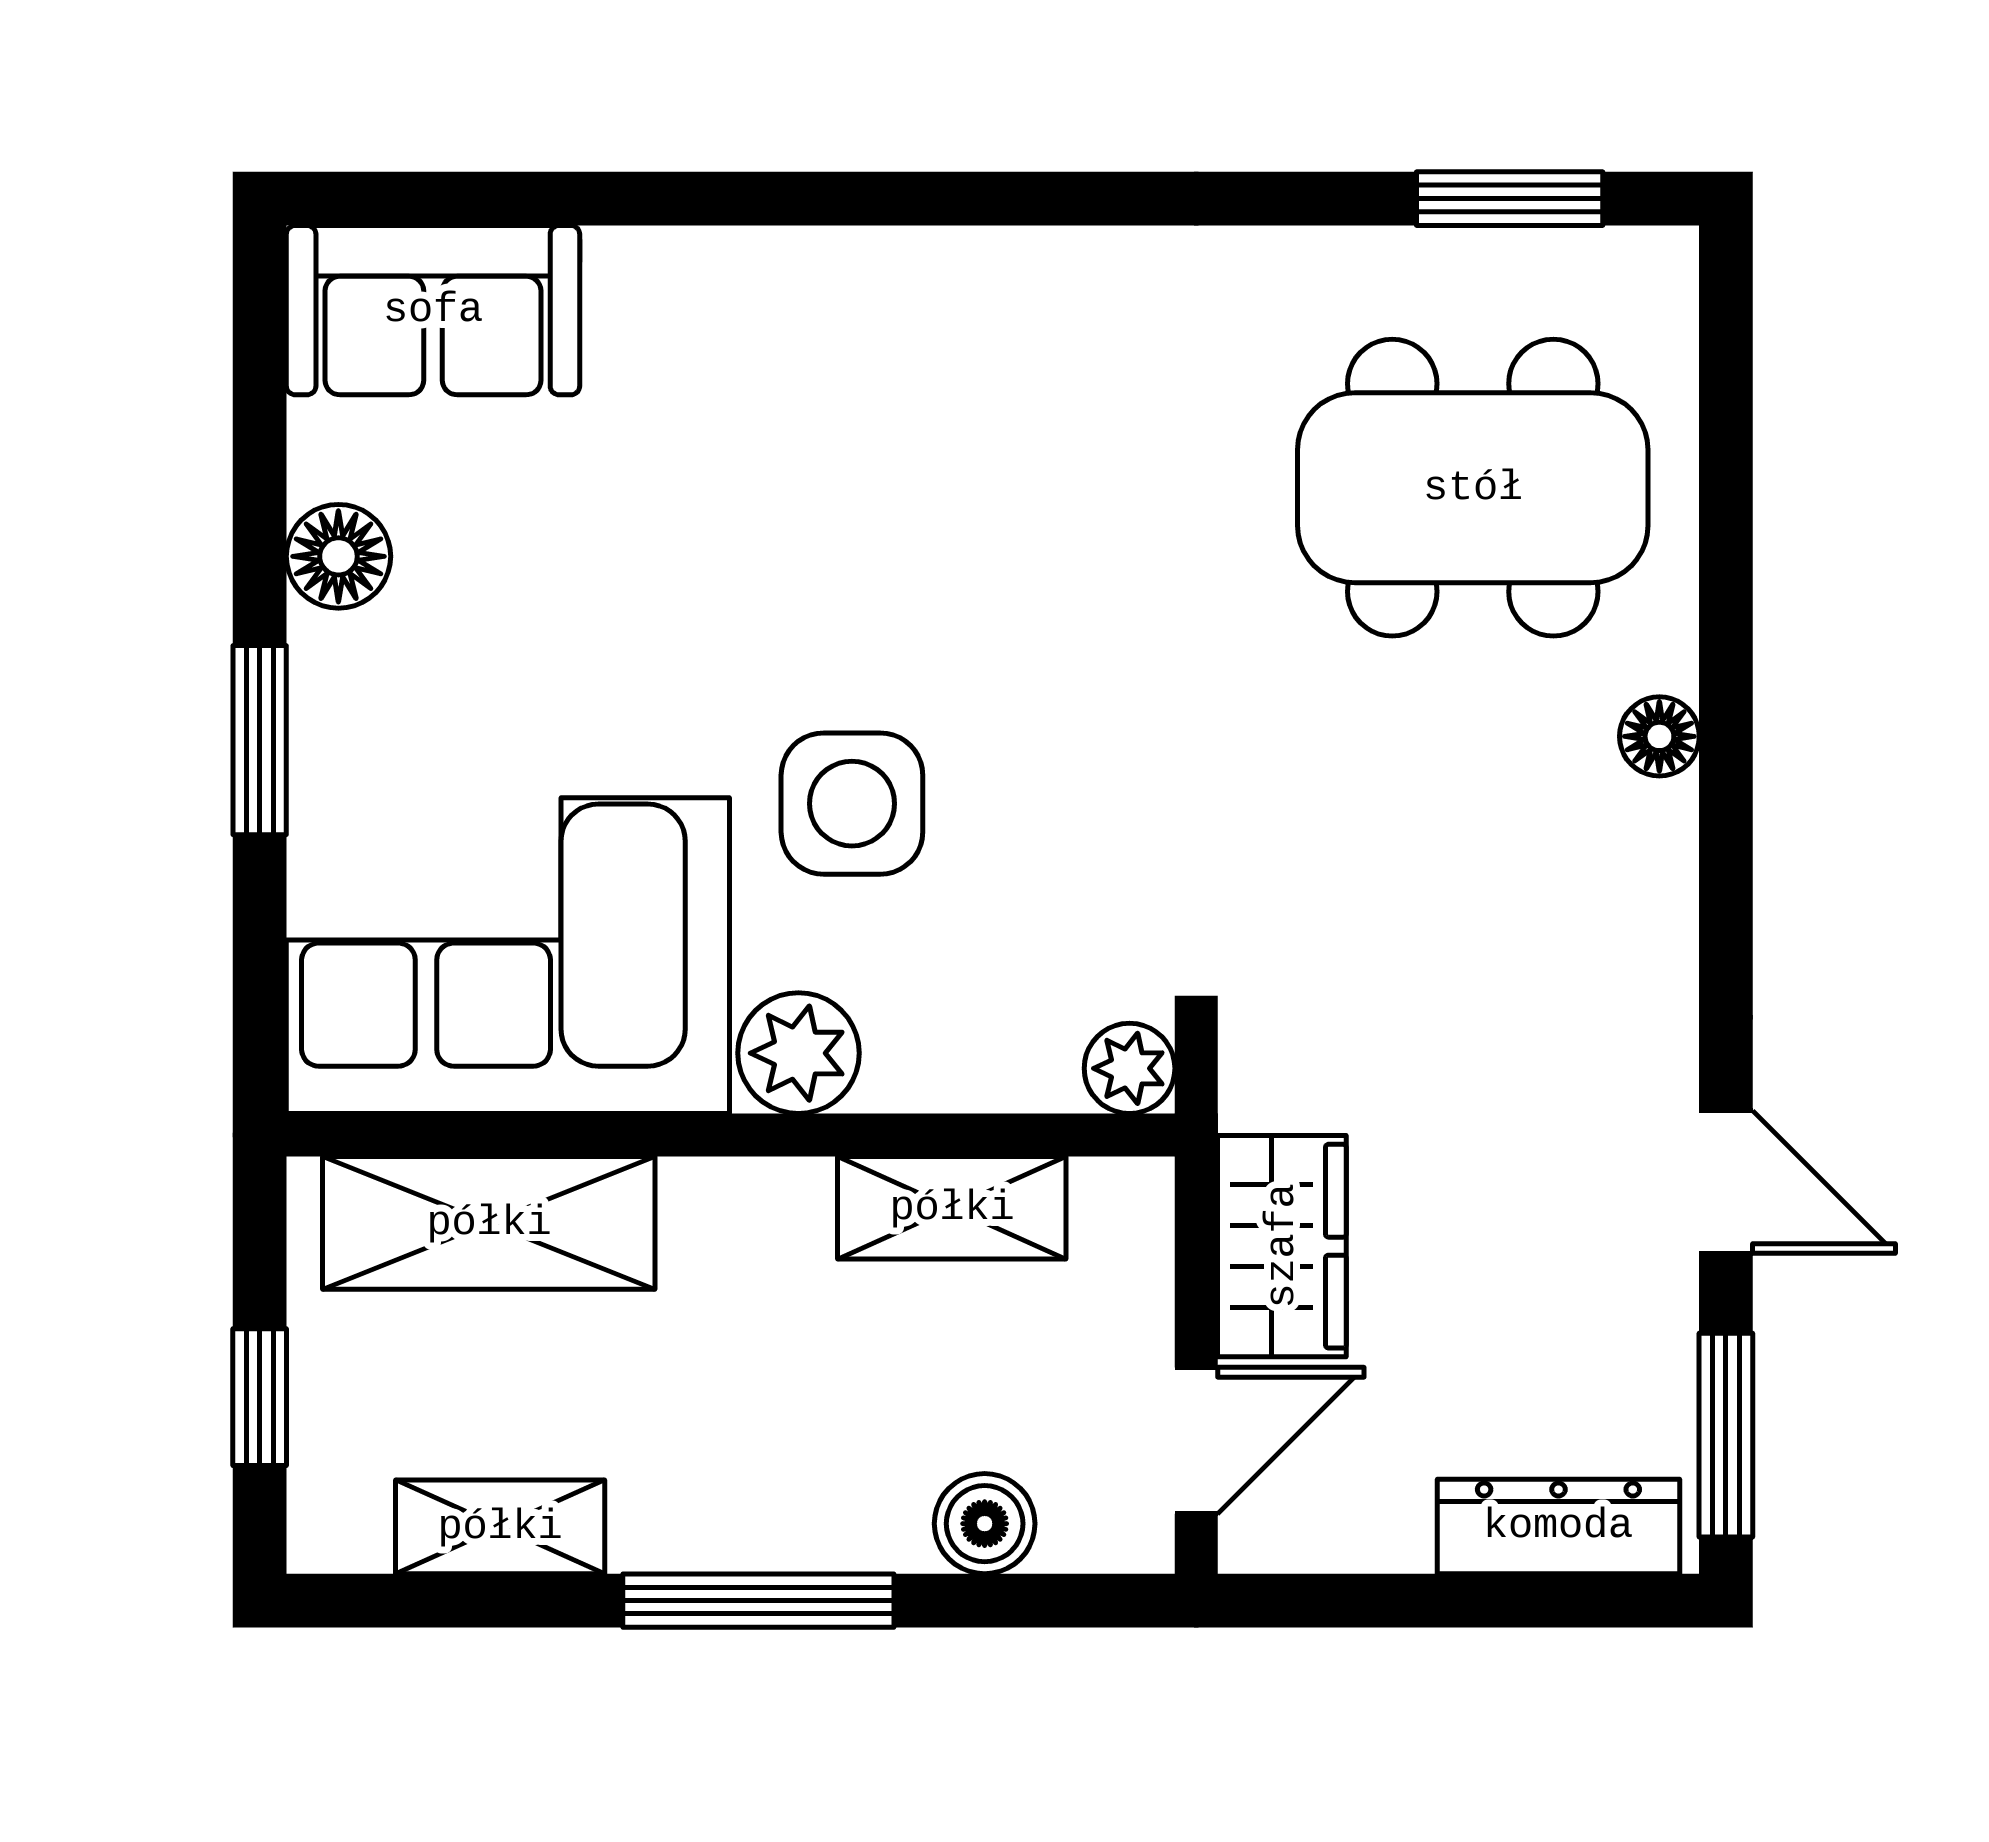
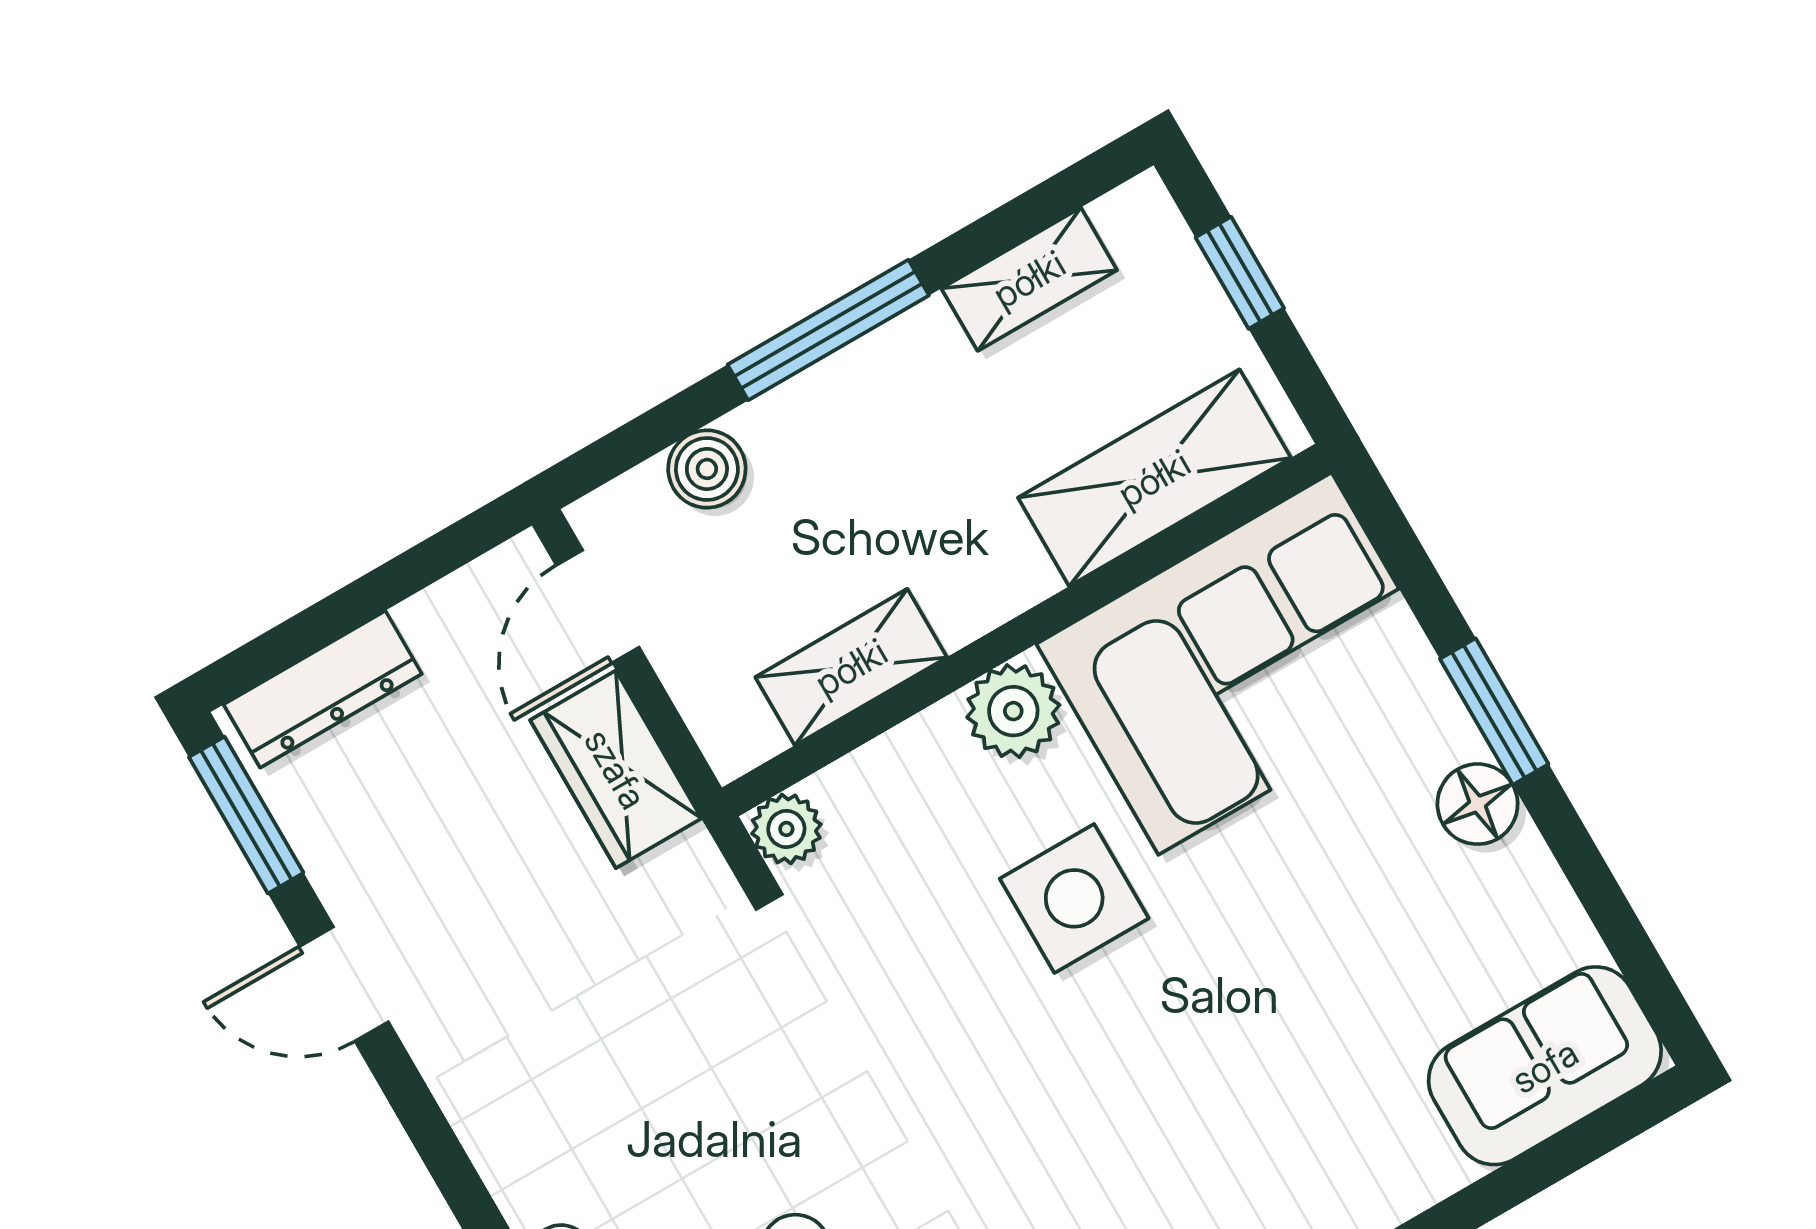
floor lamp: (338, 556) -> (1478, 804), moved

